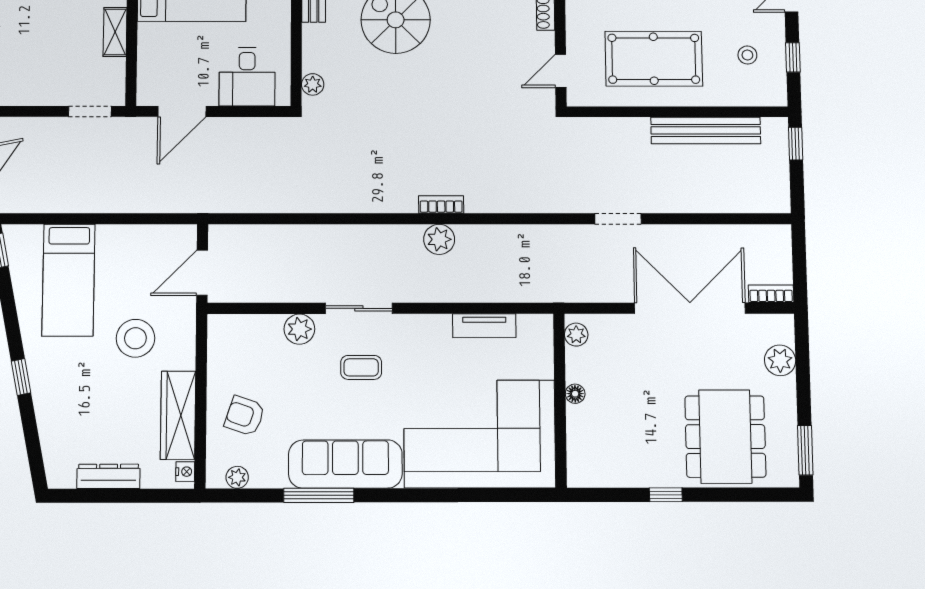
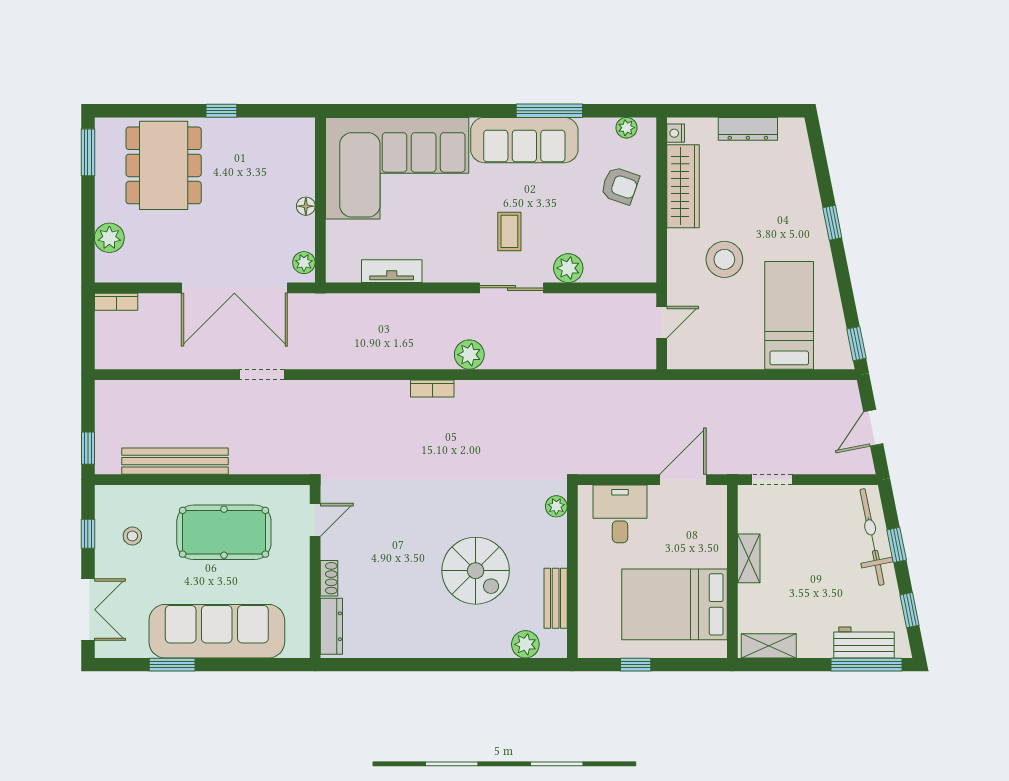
plant: (439, 239) -> (469, 355), moved
door: (202, 273) -> (662, 322), width x0.73
double door: (690, 308) -> (234, 288), moved
coffee table: (361, 367) -> (509, 231), turned 90

